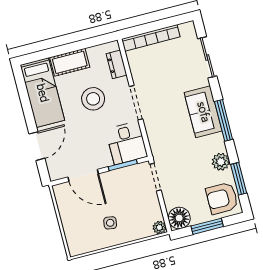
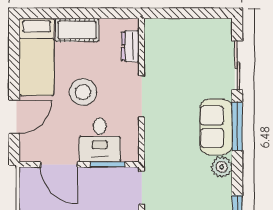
bookcase: (151, 38) -> (178, 26), removed
stool: (93, 99) -> (83, 92), moved
window: (224, 120) -> (237, 126), moved
desk: (127, 143) -> (100, 140), moved
plant: (221, 162) -> (222, 167), moved

